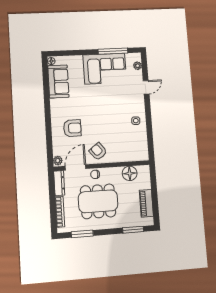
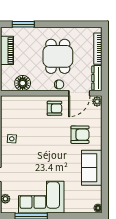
sofa: (58, 81) -> (92, 168), moved
armchair: (72, 128) -> (80, 135), turned 180
armchair: (98, 151) -> (54, 108), turned -52
dining table: (98, 201) -> (58, 56), width x0.73
window: (82, 234) -> (76, 24), removed

